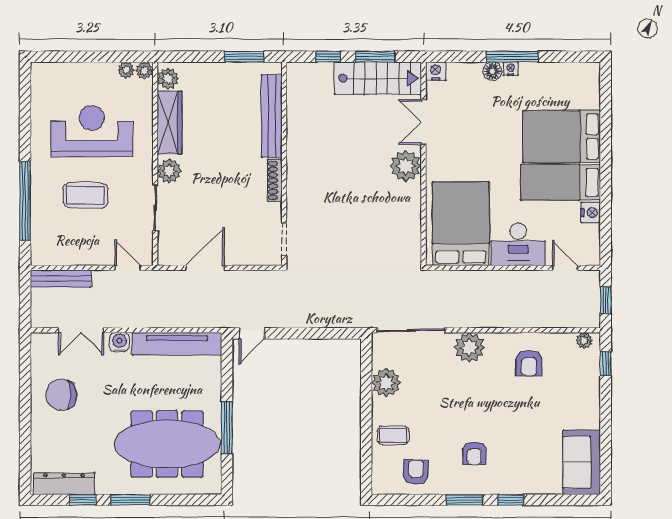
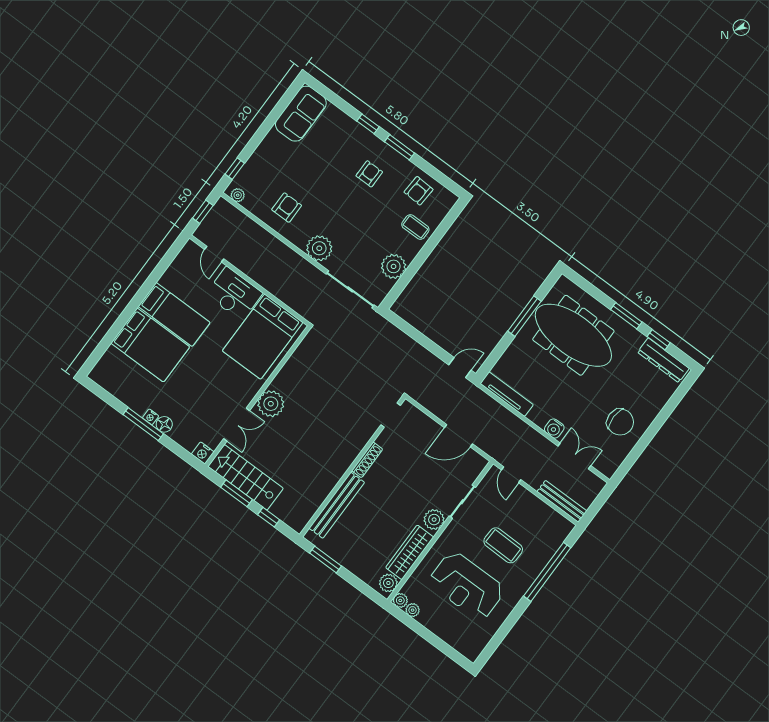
nightstand: (591, 213) -> (169, 279), removed
tv unit: (177, 344) -> (507, 394), width x0.73, depth x0.78

